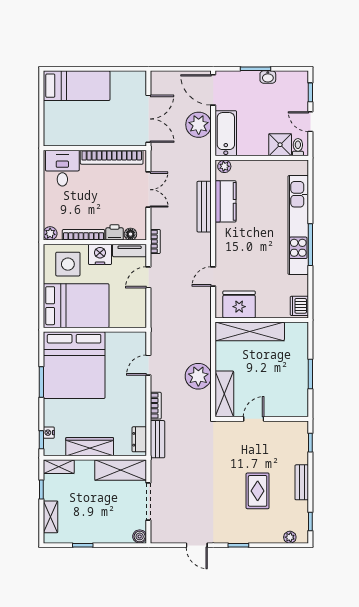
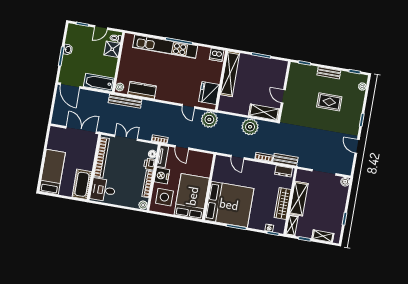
door: (213, 90) -> (70, 86), hinge flipped
plant: (199, 125) -> (209, 119), moved
cot: (65, 134) -> (82, 184), added
bench: (204, 207) -> (125, 101), moved
shelving: (250, 331) -> (230, 74), moved
shelving: (121, 470) -> (299, 199), moved
door: (197, 545) -> (357, 146), swing flipped

